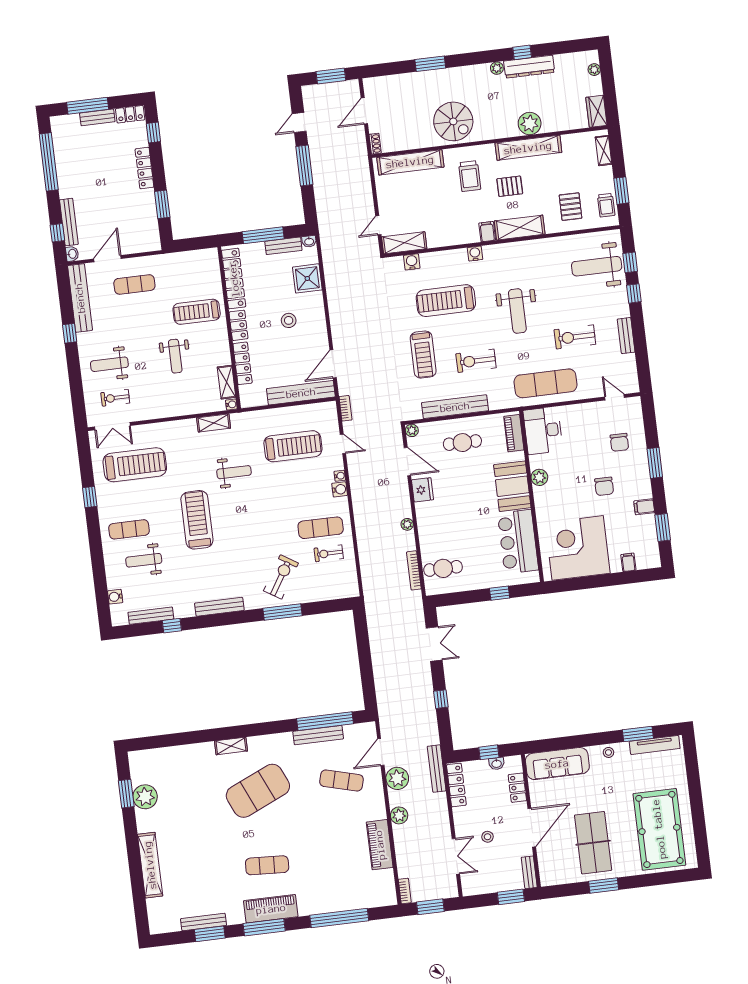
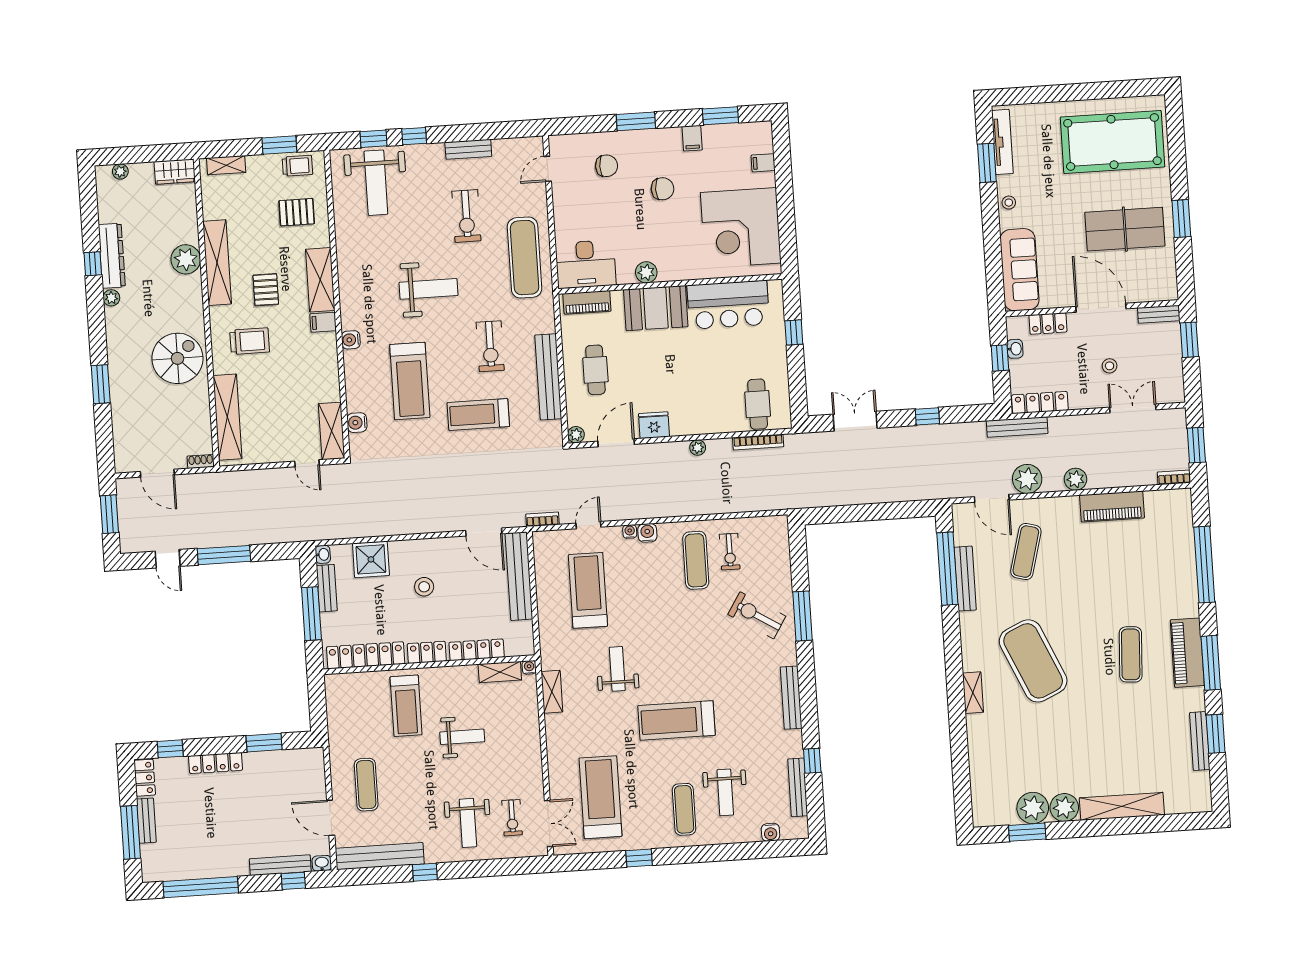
treadmill: (423, 355) -> (478, 415), turned 180
plant: (147, 821) -> (1064, 808), added

